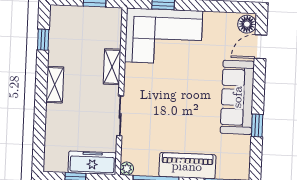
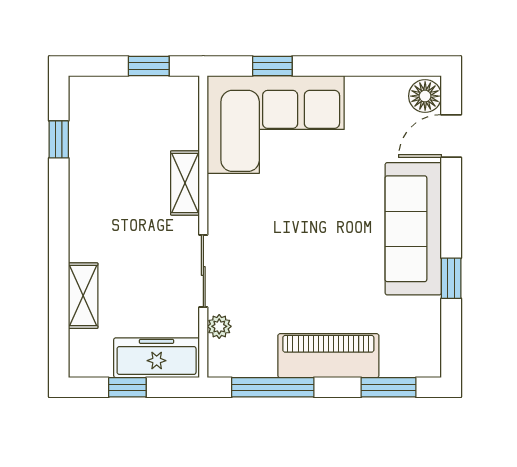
shelving: (55, 85) -> (83, 296), moved
plant: (127, 169) -> (219, 326), moved

